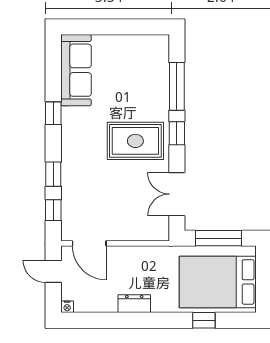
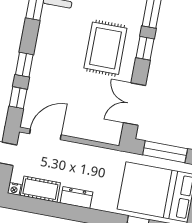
rug: (135, 141) -> (105, 48), turned 90
door: (89, 243) -> (45, 134), swing flipped
cot: (95, 302) -> (40, 189), added

